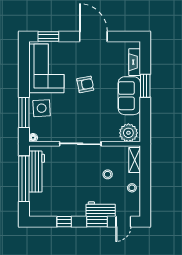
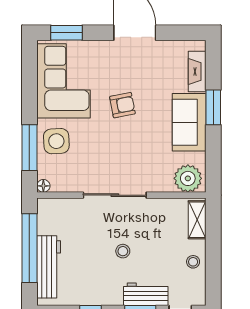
workbench: (37, 172) -> (49, 267), moved
stool: (108, 174) -> (123, 251), moved

